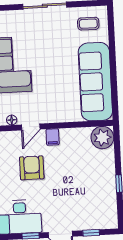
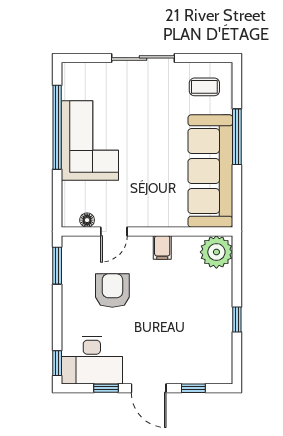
window: (113, 57) -> (237, 137), added
filing cabinet: (53, 137) -> (162, 248), moved

